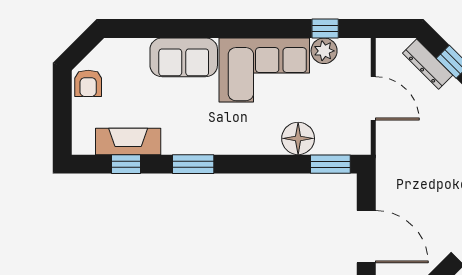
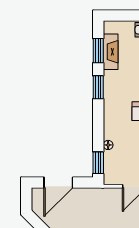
floor lamp: (298, 138) -> (108, 145), width x0.53, depth x0.53
window: (126, 164) -> (98, 51), width x1.50

